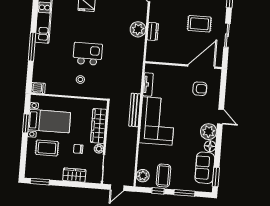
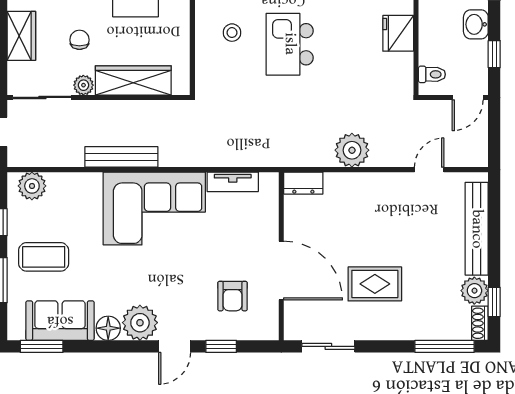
rug: (199, 24) -> (375, 284), turned 90
dresser: (153, 31) -> (303, 183), moved
sliding door: (227, 35) -> (328, 346), moved
kitchen island: (88, 54) -> (290, 44), turned 180
door: (201, 67) -> (281, 271), moved
window: (222, 96) -> (221, 346), added
bench: (135, 110) -> (121, 157), moved
coffee table: (163, 176) -> (44, 257), moved

